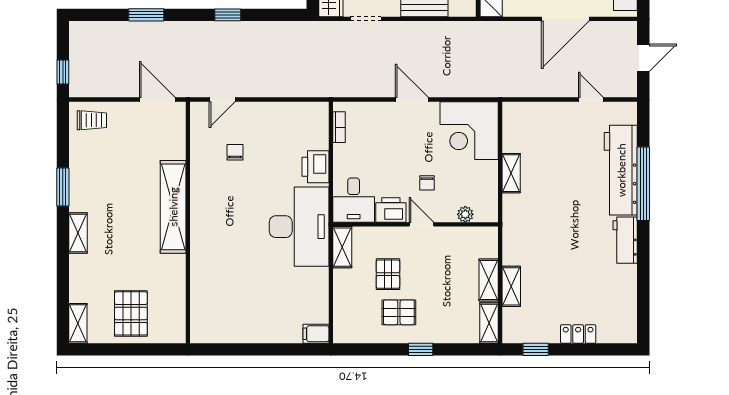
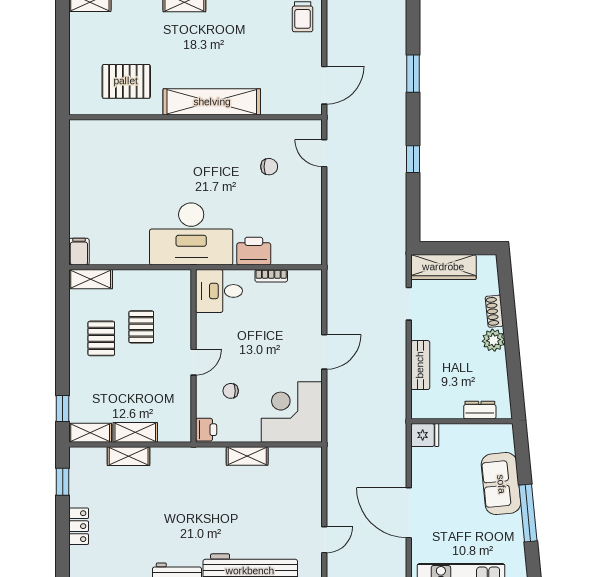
bookcase: (339, 127) -> (271, 276), moved
chair: (427, 183) -> (231, 391), moved
printer: (391, 210) -> (206, 430), moved, width x0.73, depth x0.81
plant: (465, 214) -> (204, 408), removed
shelving: (342, 247) -> (91, 279), moved
pallet: (388, 274) -> (141, 327), turned 90
pallet: (131, 313) -> (126, 81), moved
window: (421, 349) -> (63, 408), moved

